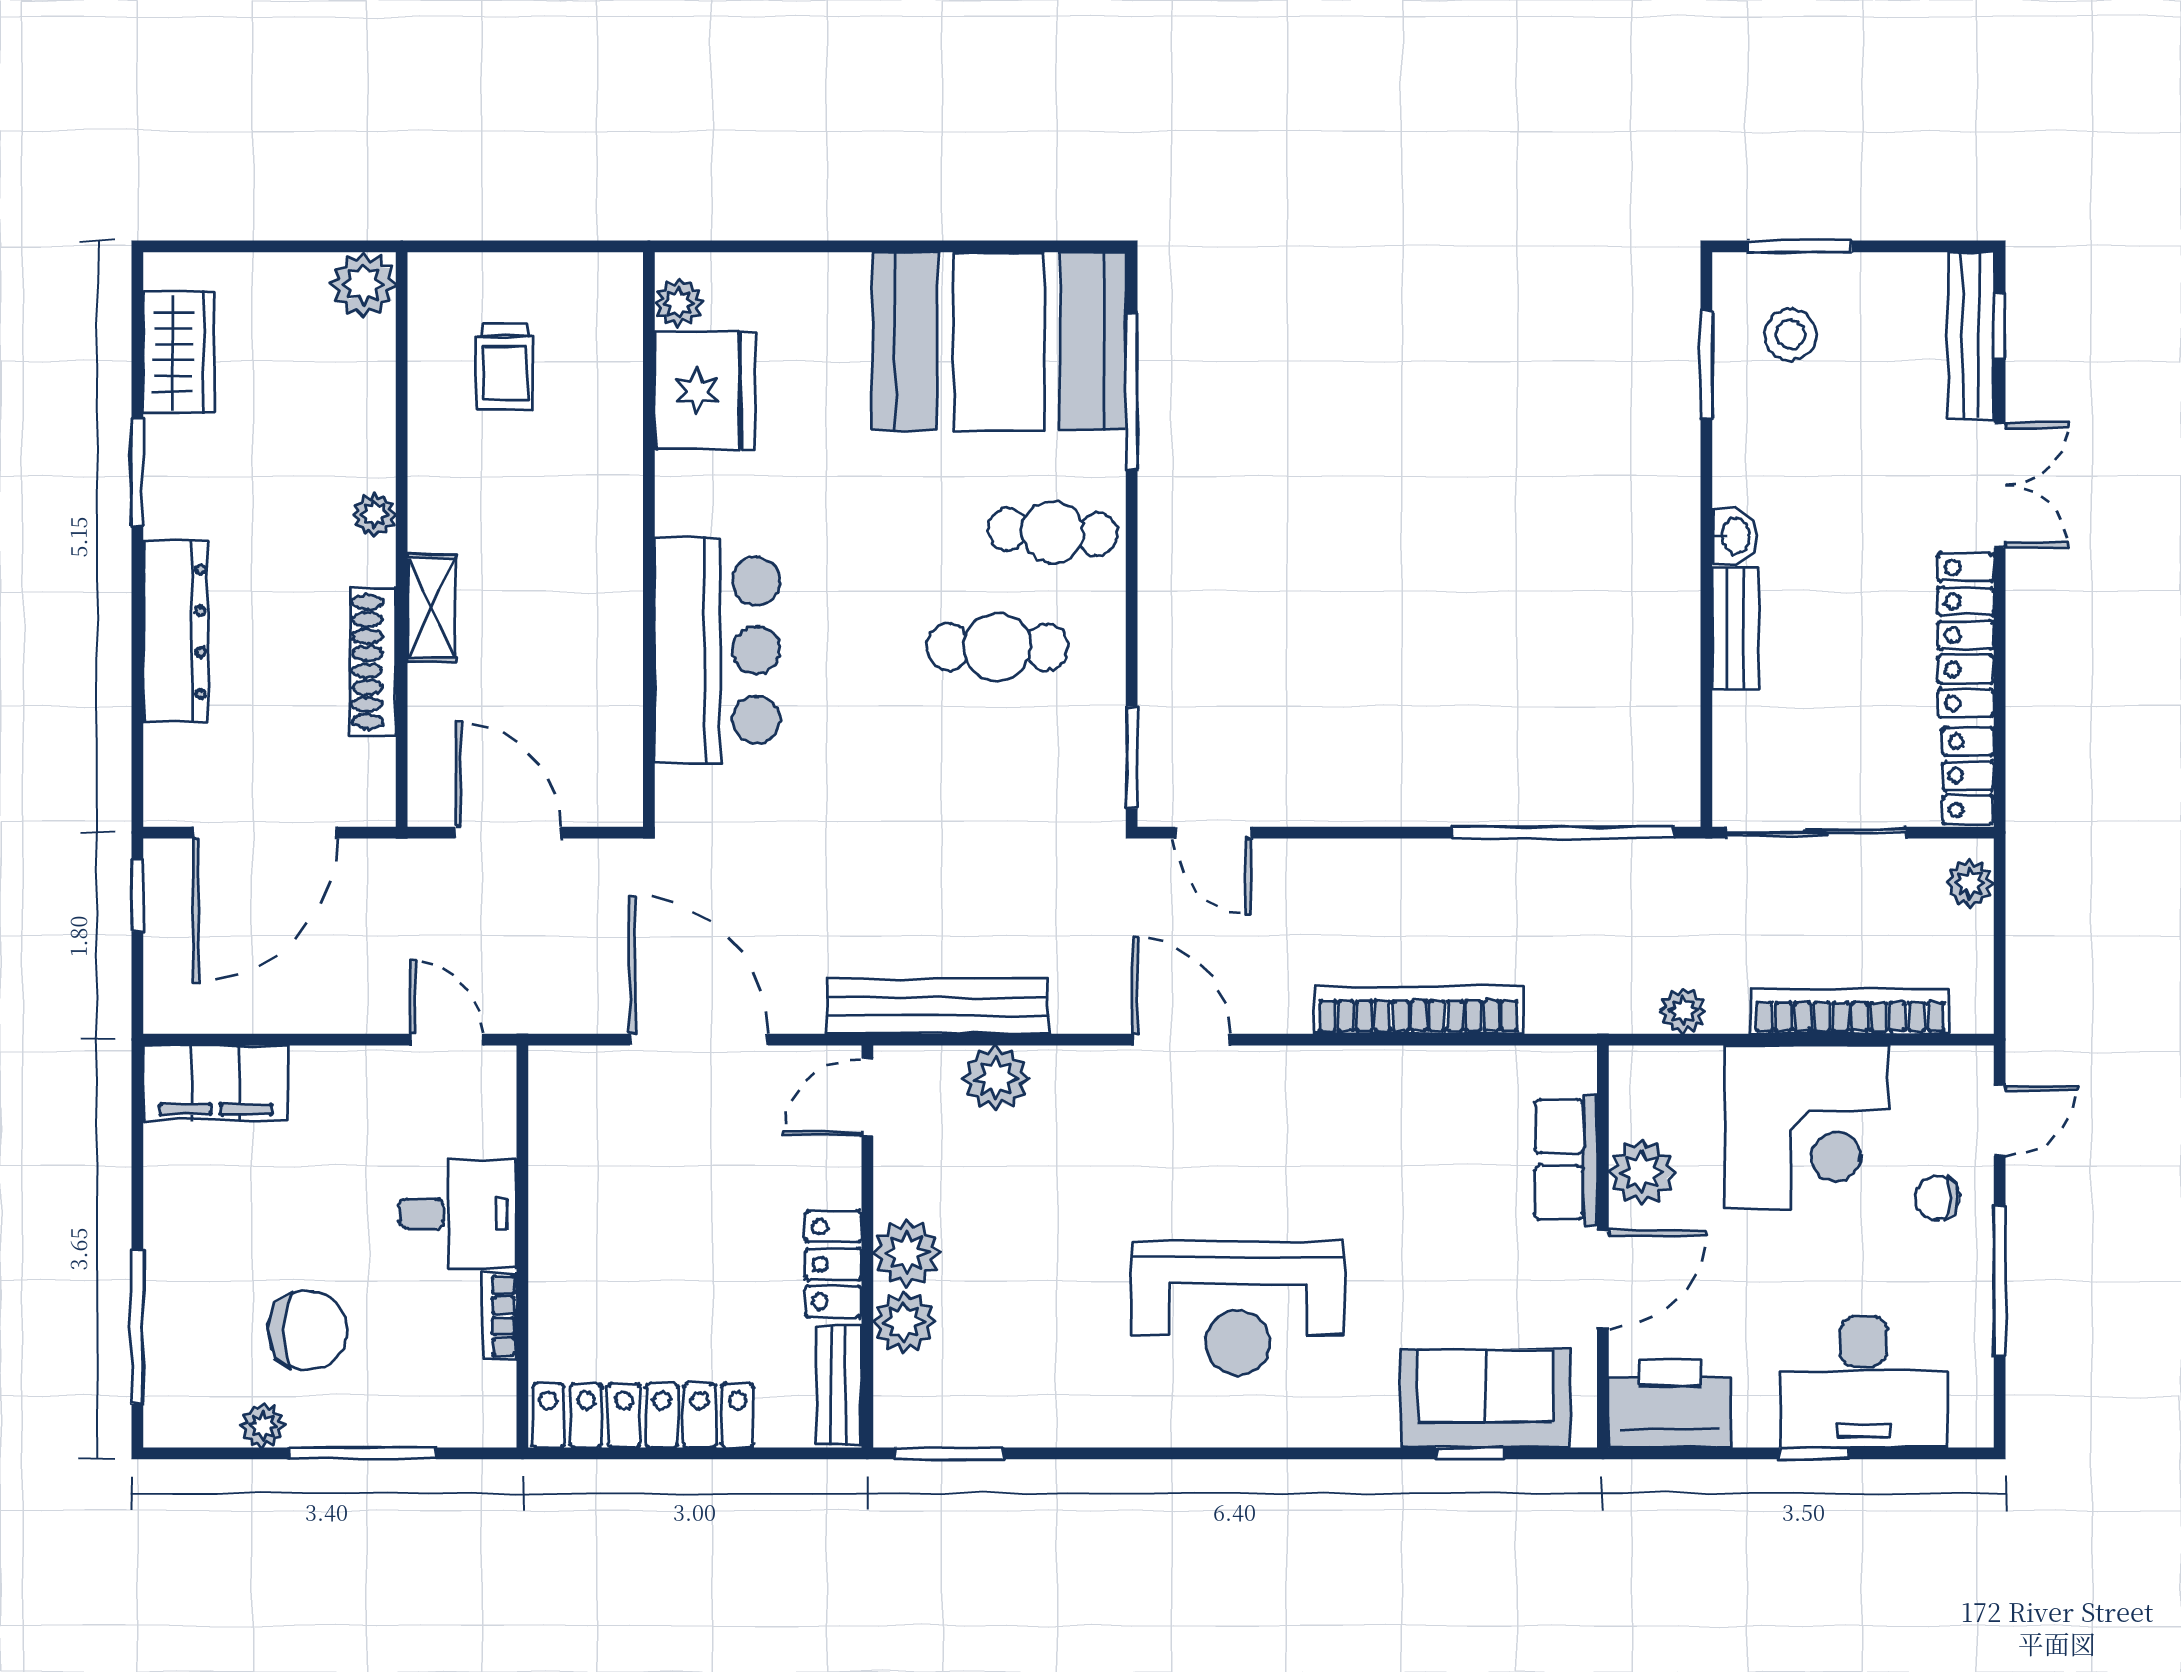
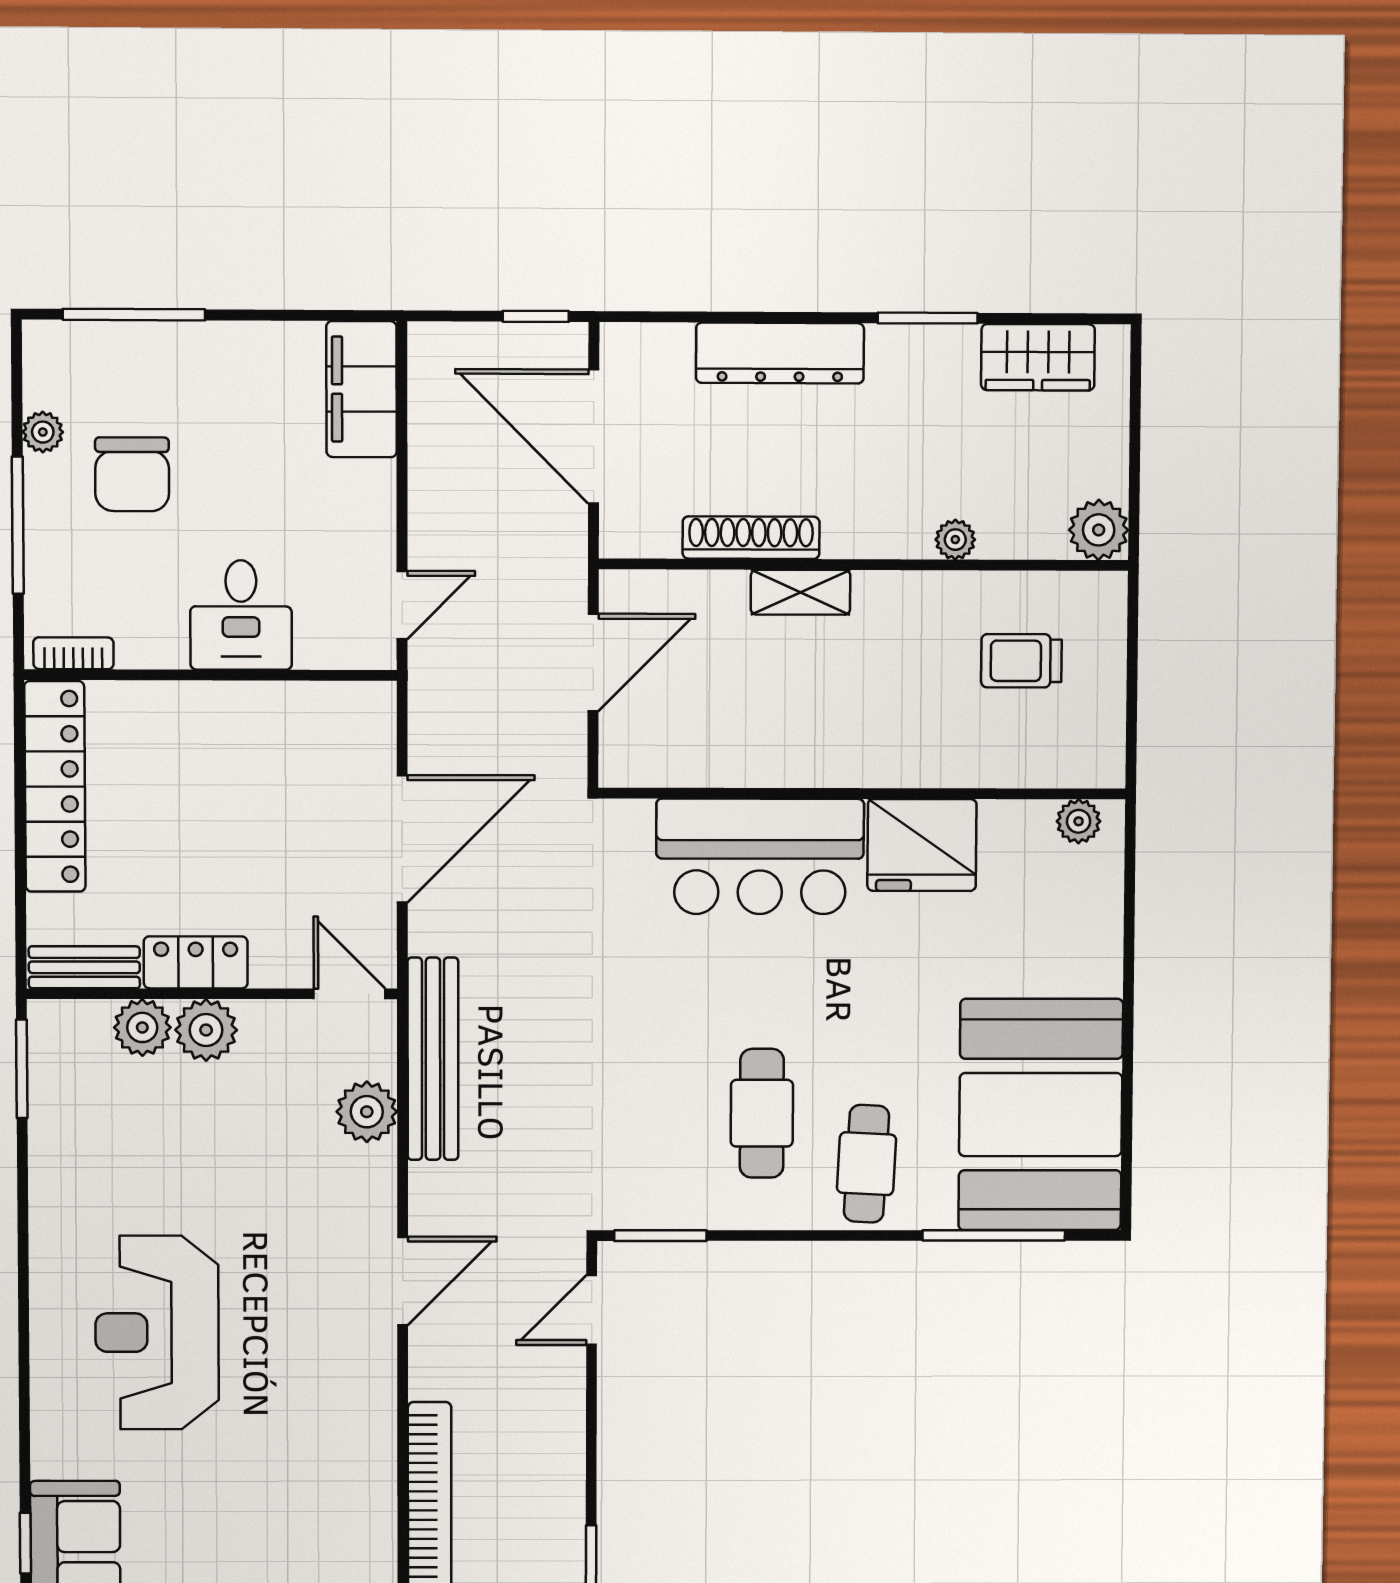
fridge: (705, 391) -> (922, 845), moved
plant: (374, 515) -> (955, 540), moved
bookcase: (499, 1316) -> (73, 653), moved

